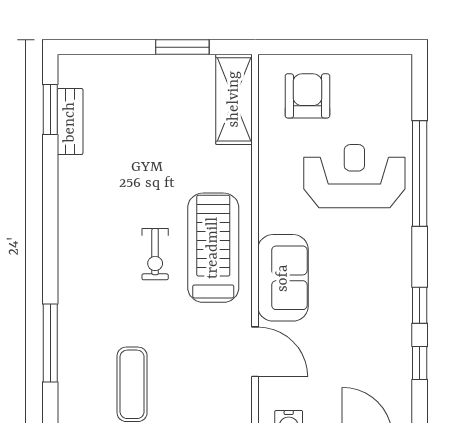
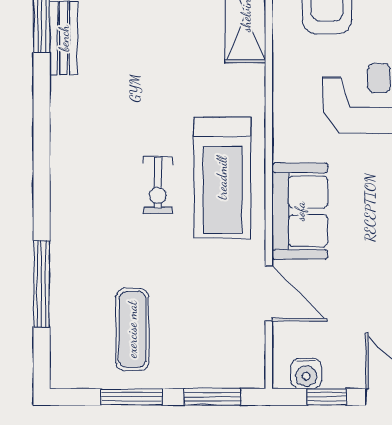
treadmill: (213, 248) -> (222, 178), turned 180

